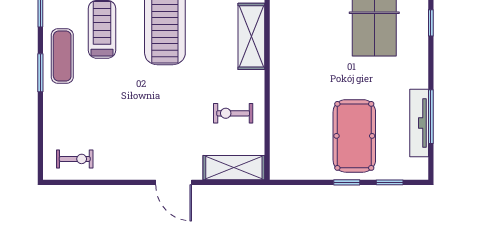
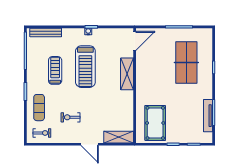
exercise mat: (62, 56) -> (39, 108), moved
exercise bike: (233, 113) -> (71, 117), moved
pool table: (354, 136) -> (155, 123), moved

